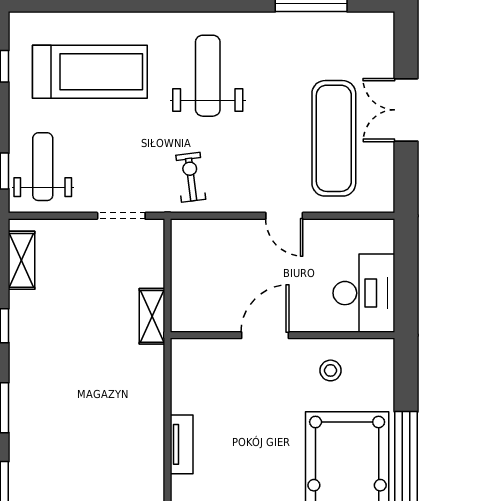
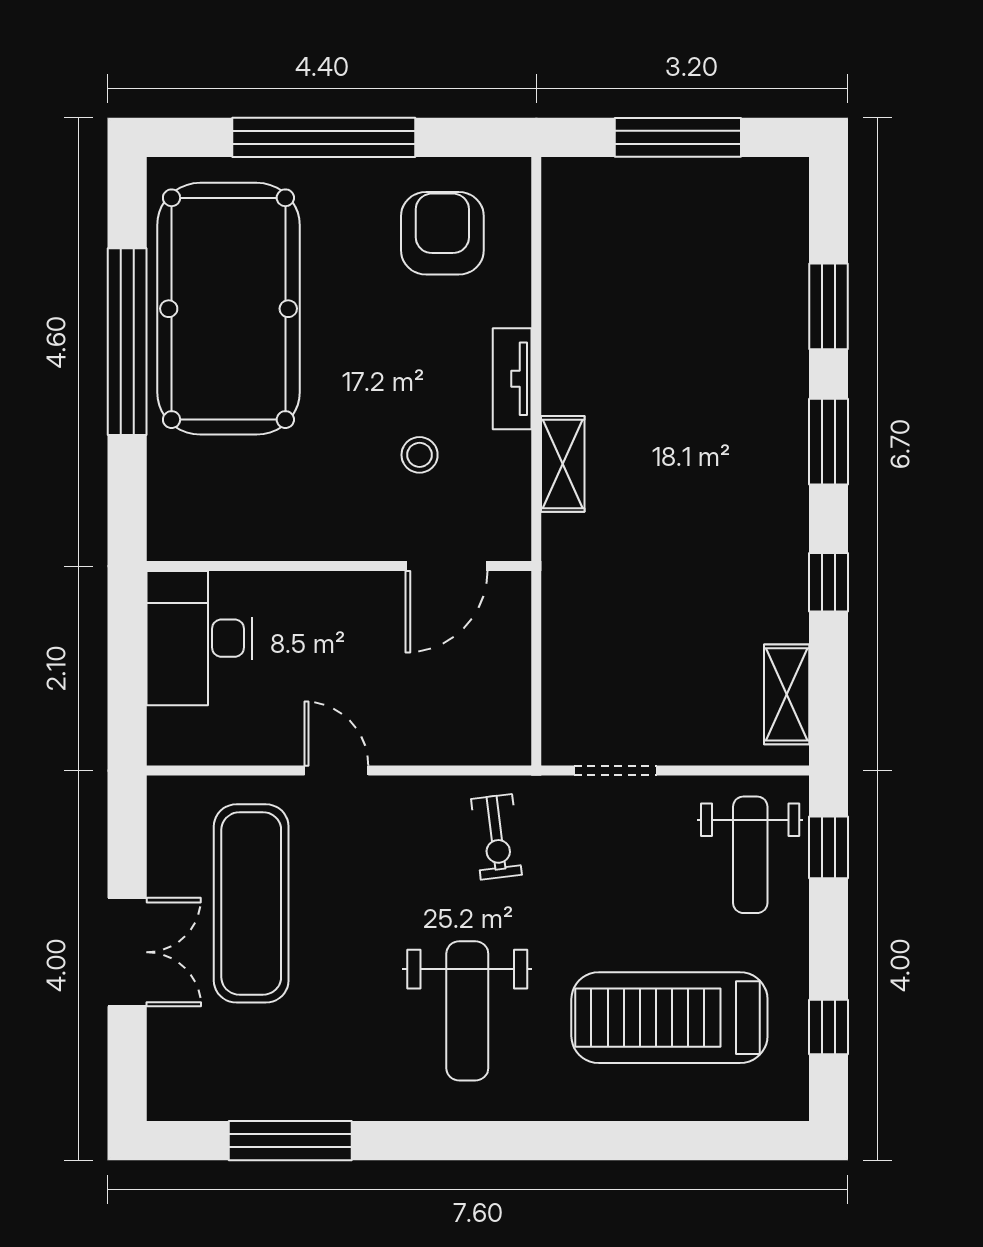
shelving: (152, 316) -> (563, 464), moved
door: (265, 335) -> (447, 566), moved
stool: (330, 370) -> (420, 455), moved

